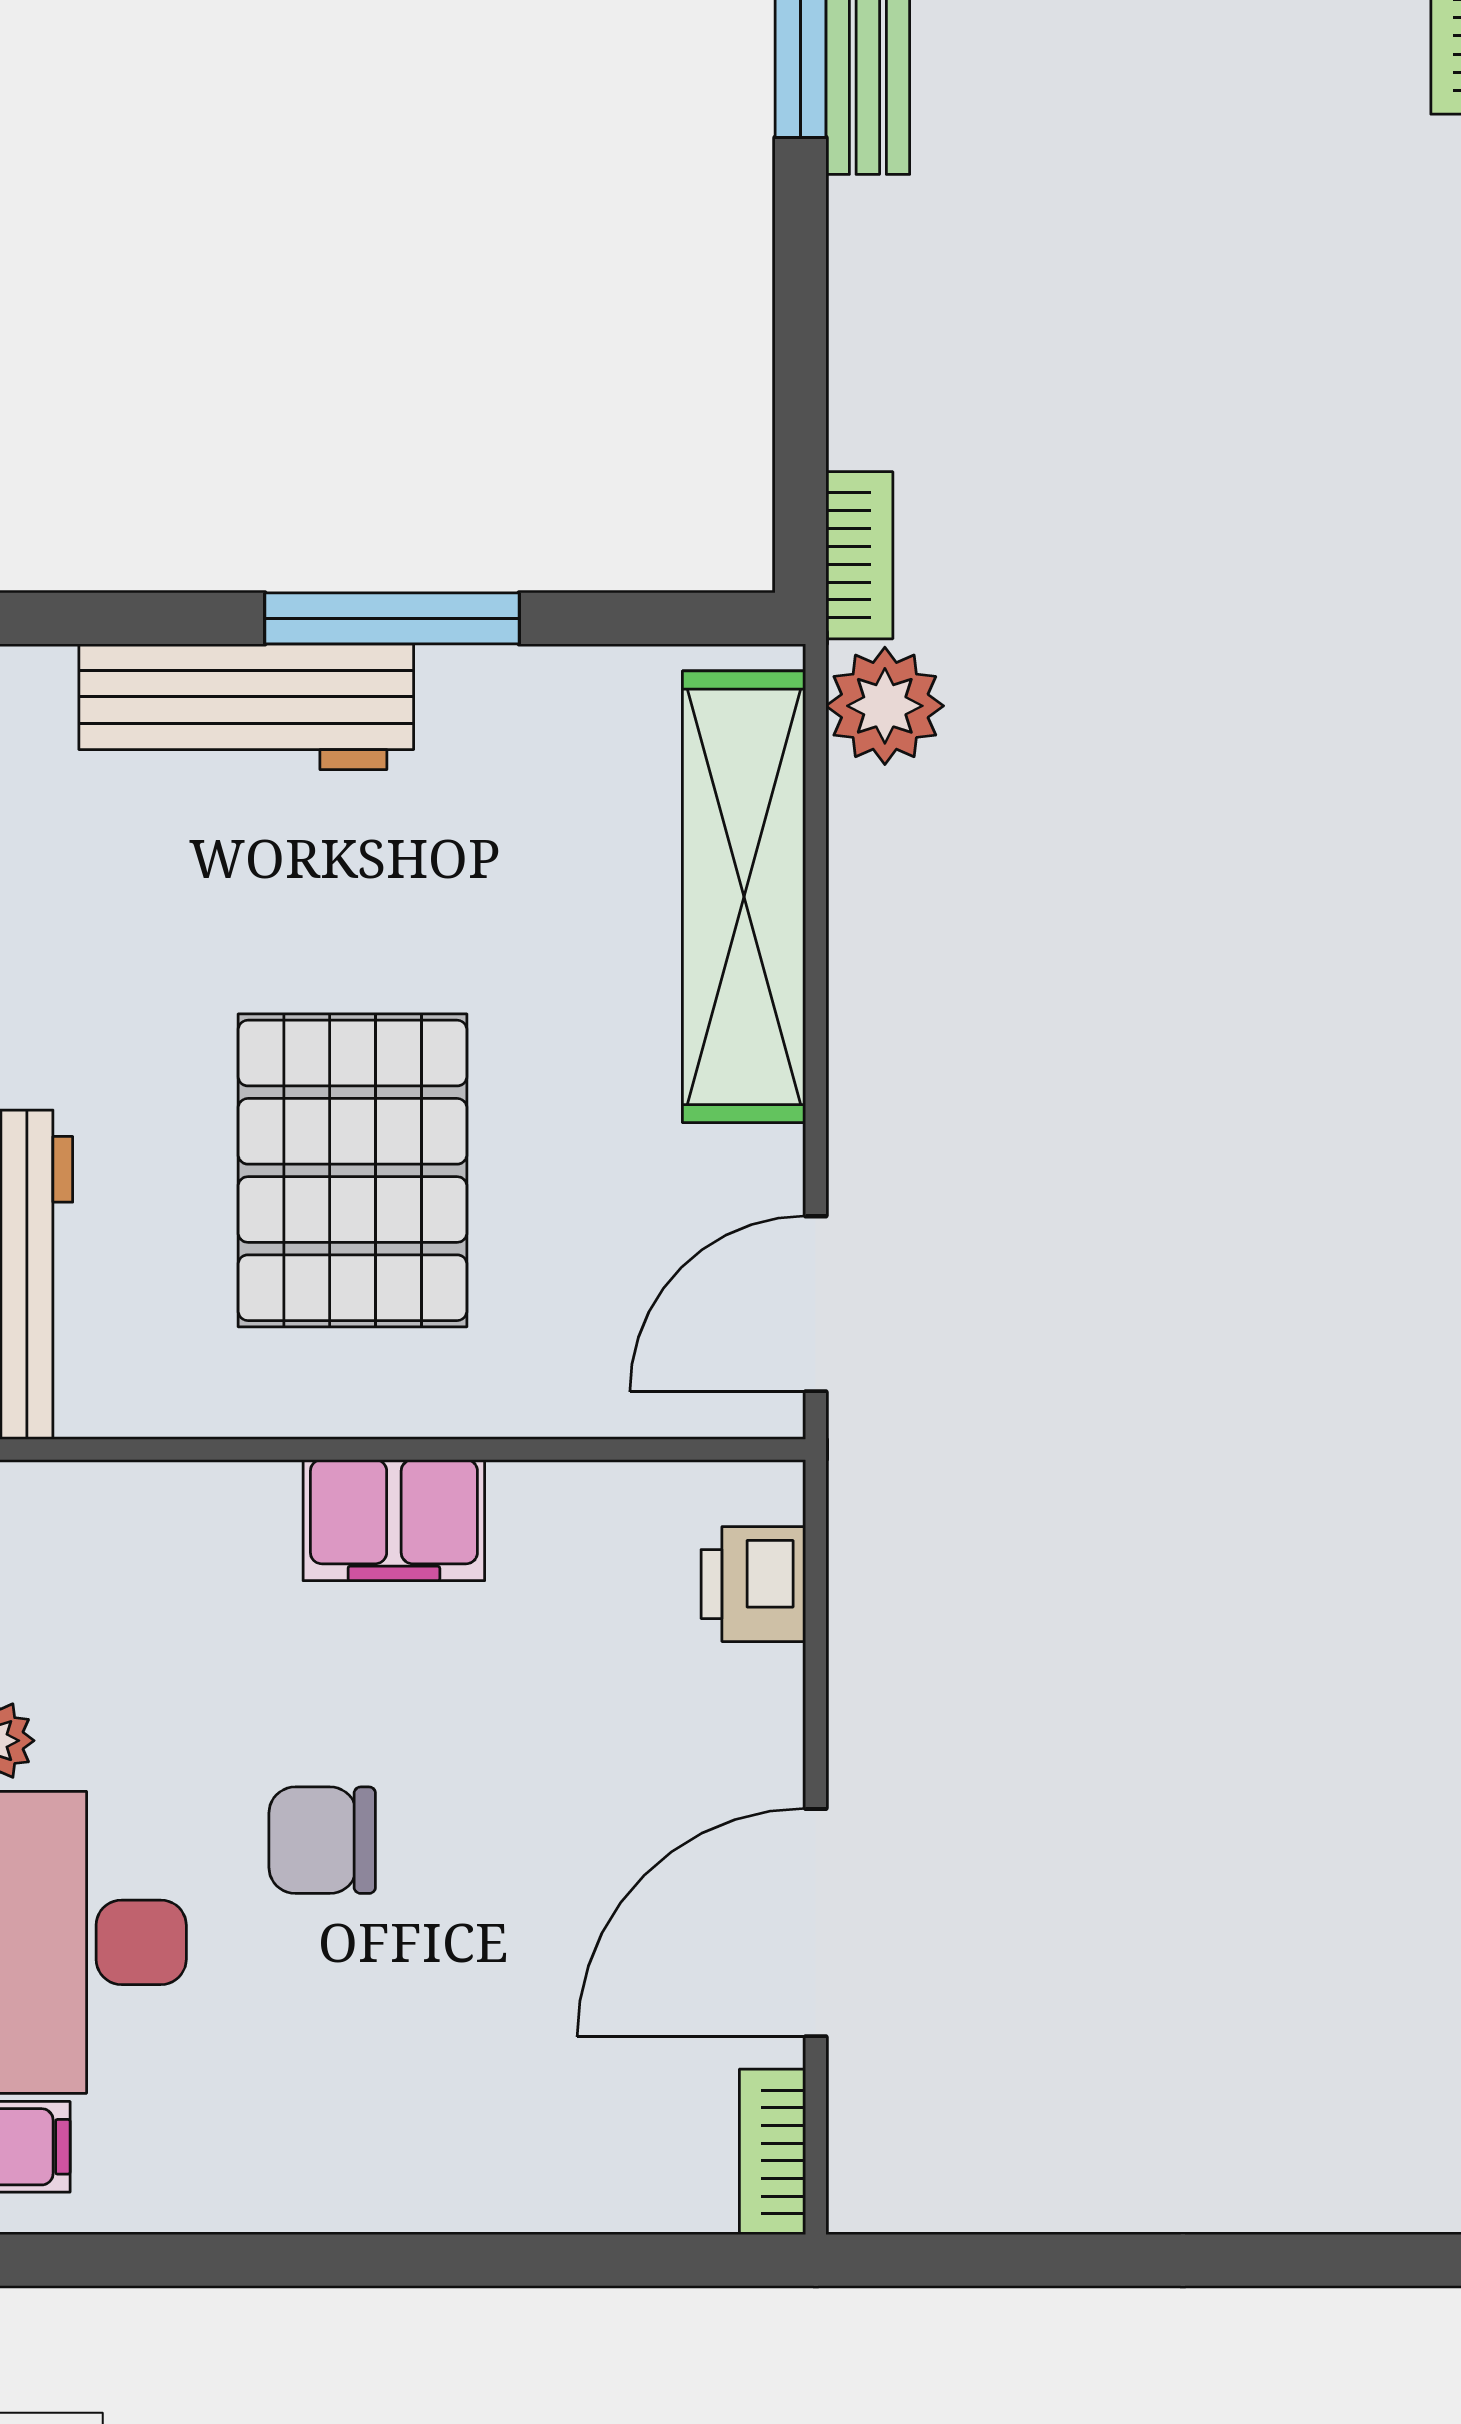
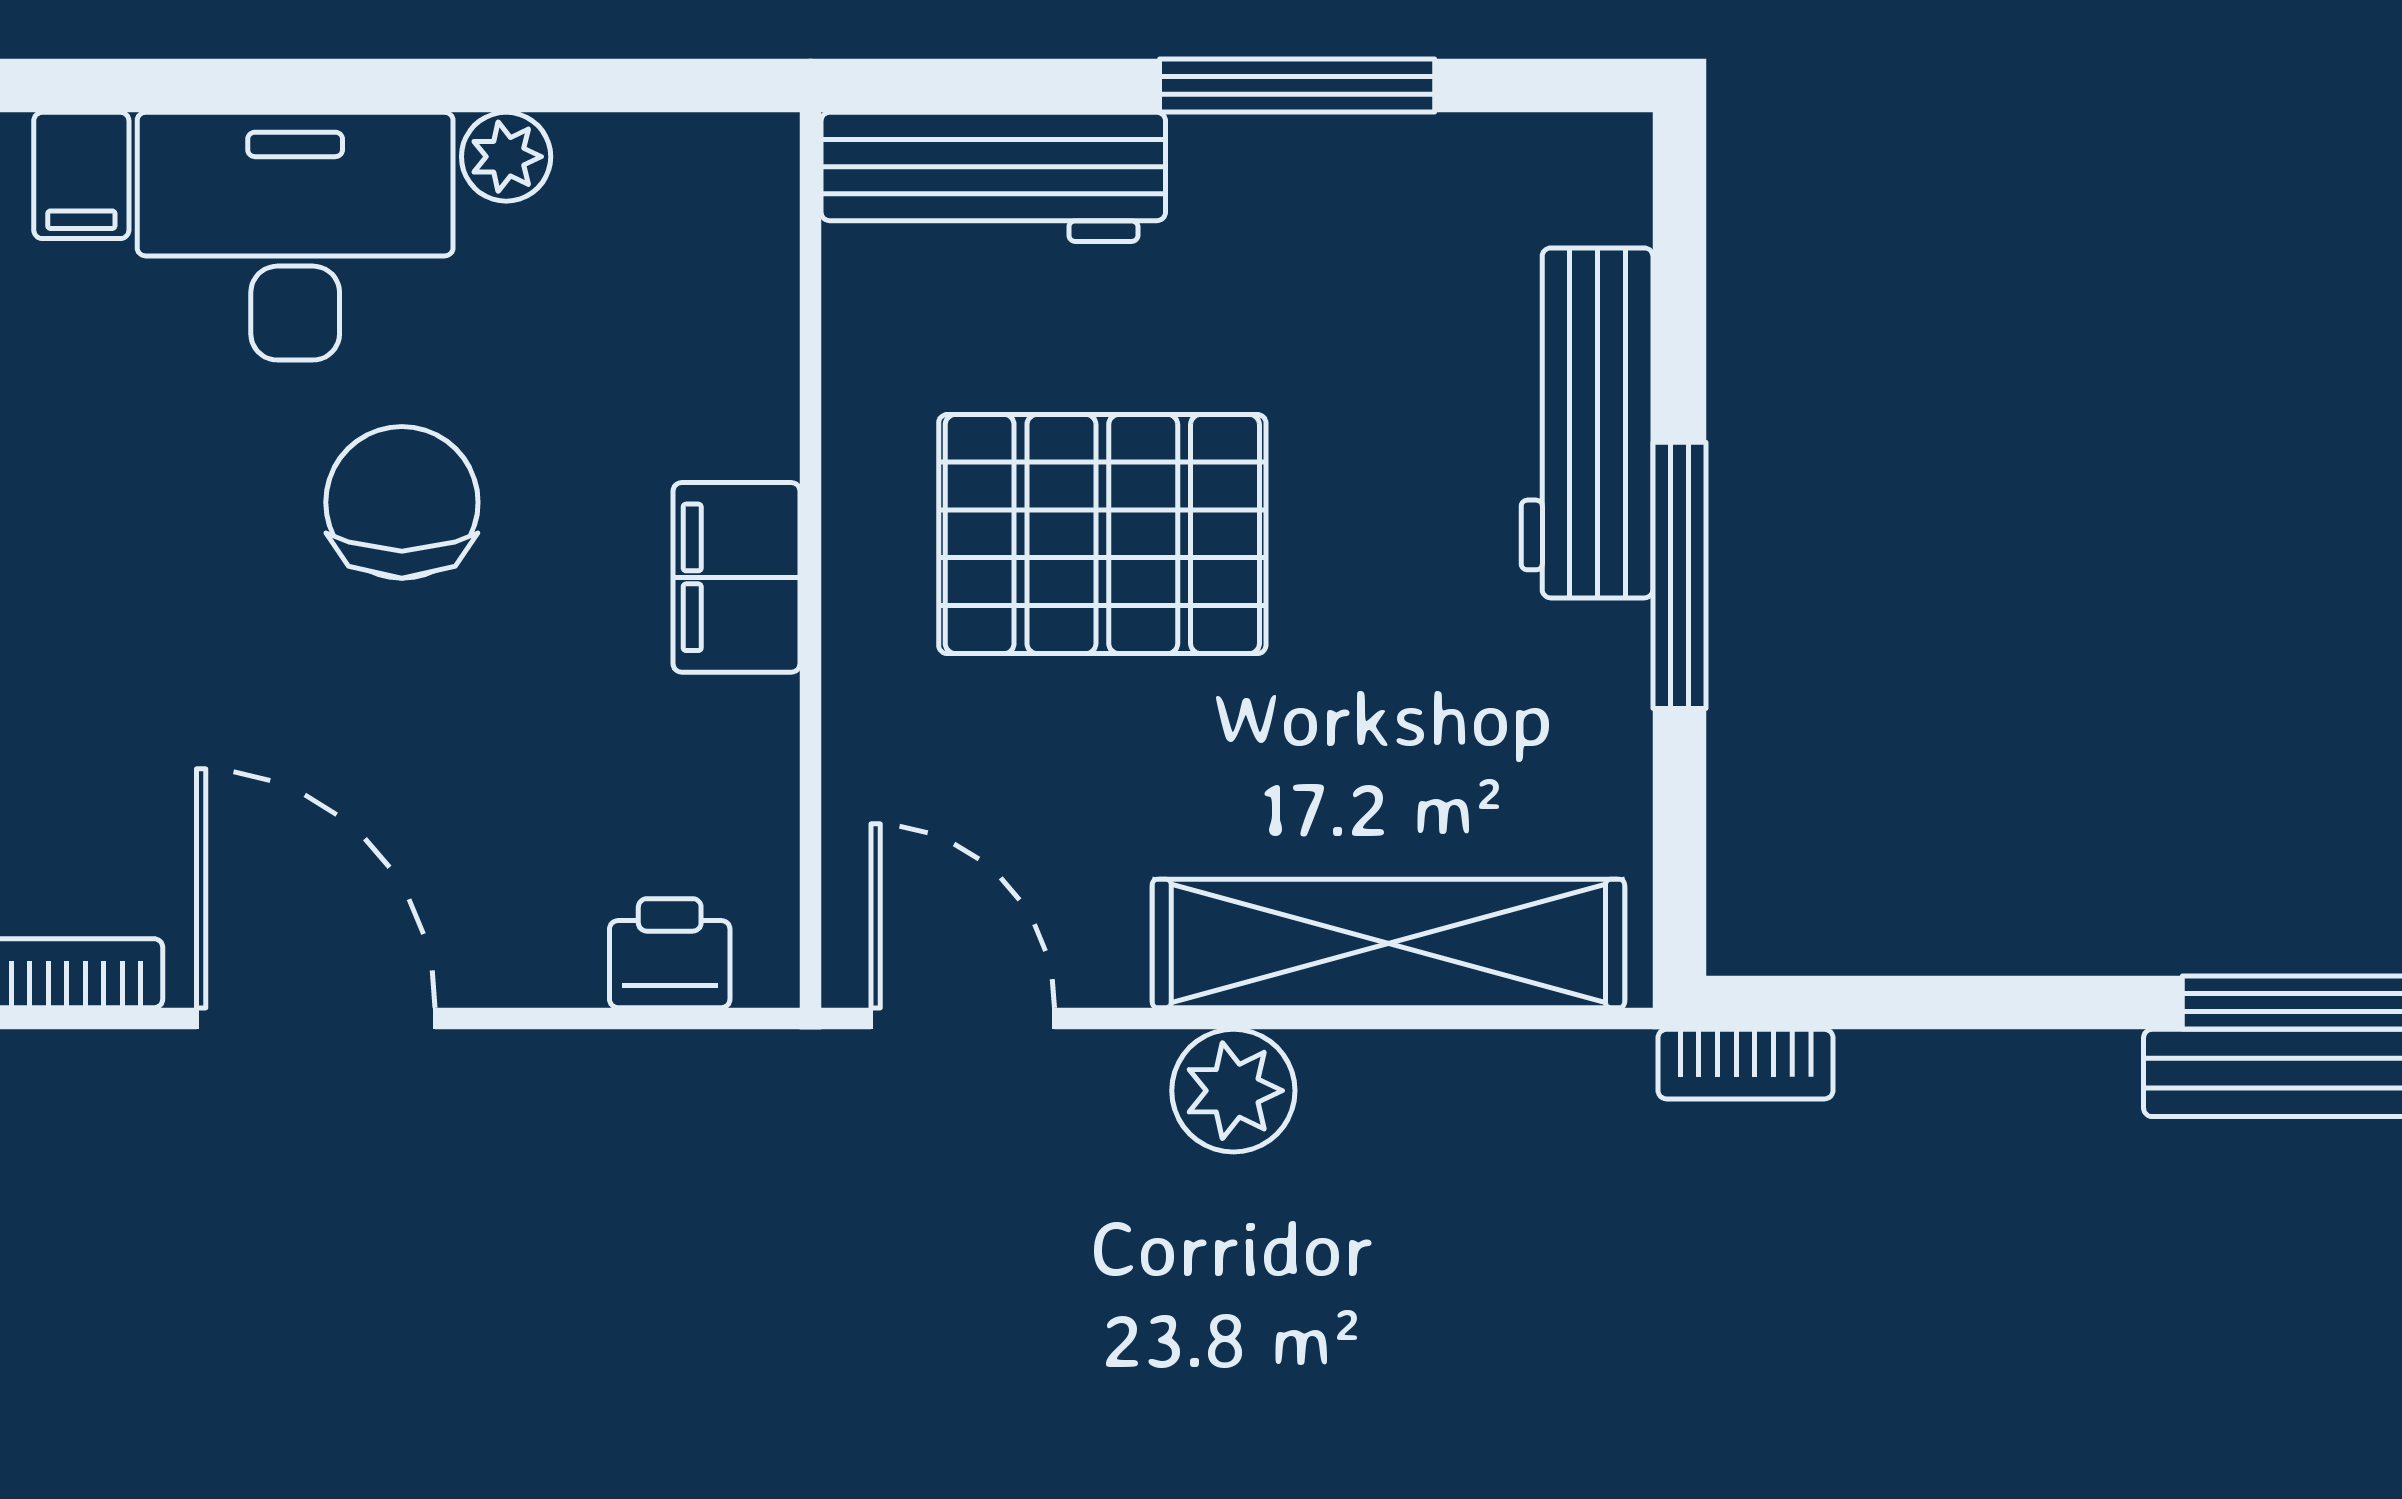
plant: (885, 706) -> (1233, 1091), moved
chair: (322, 1840) -> (402, 502), width x1.37, depth x1.37

